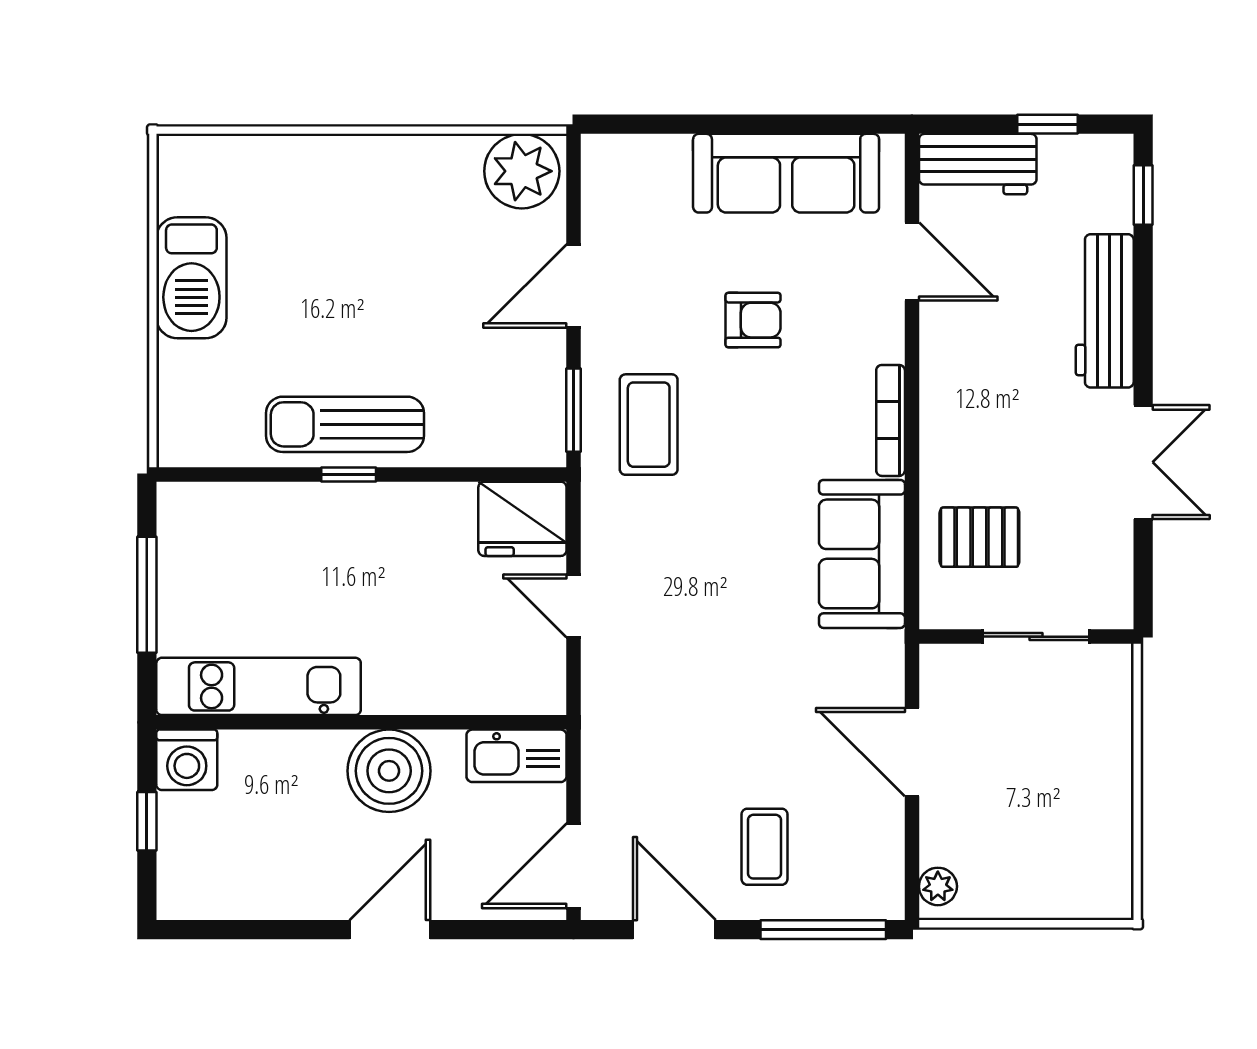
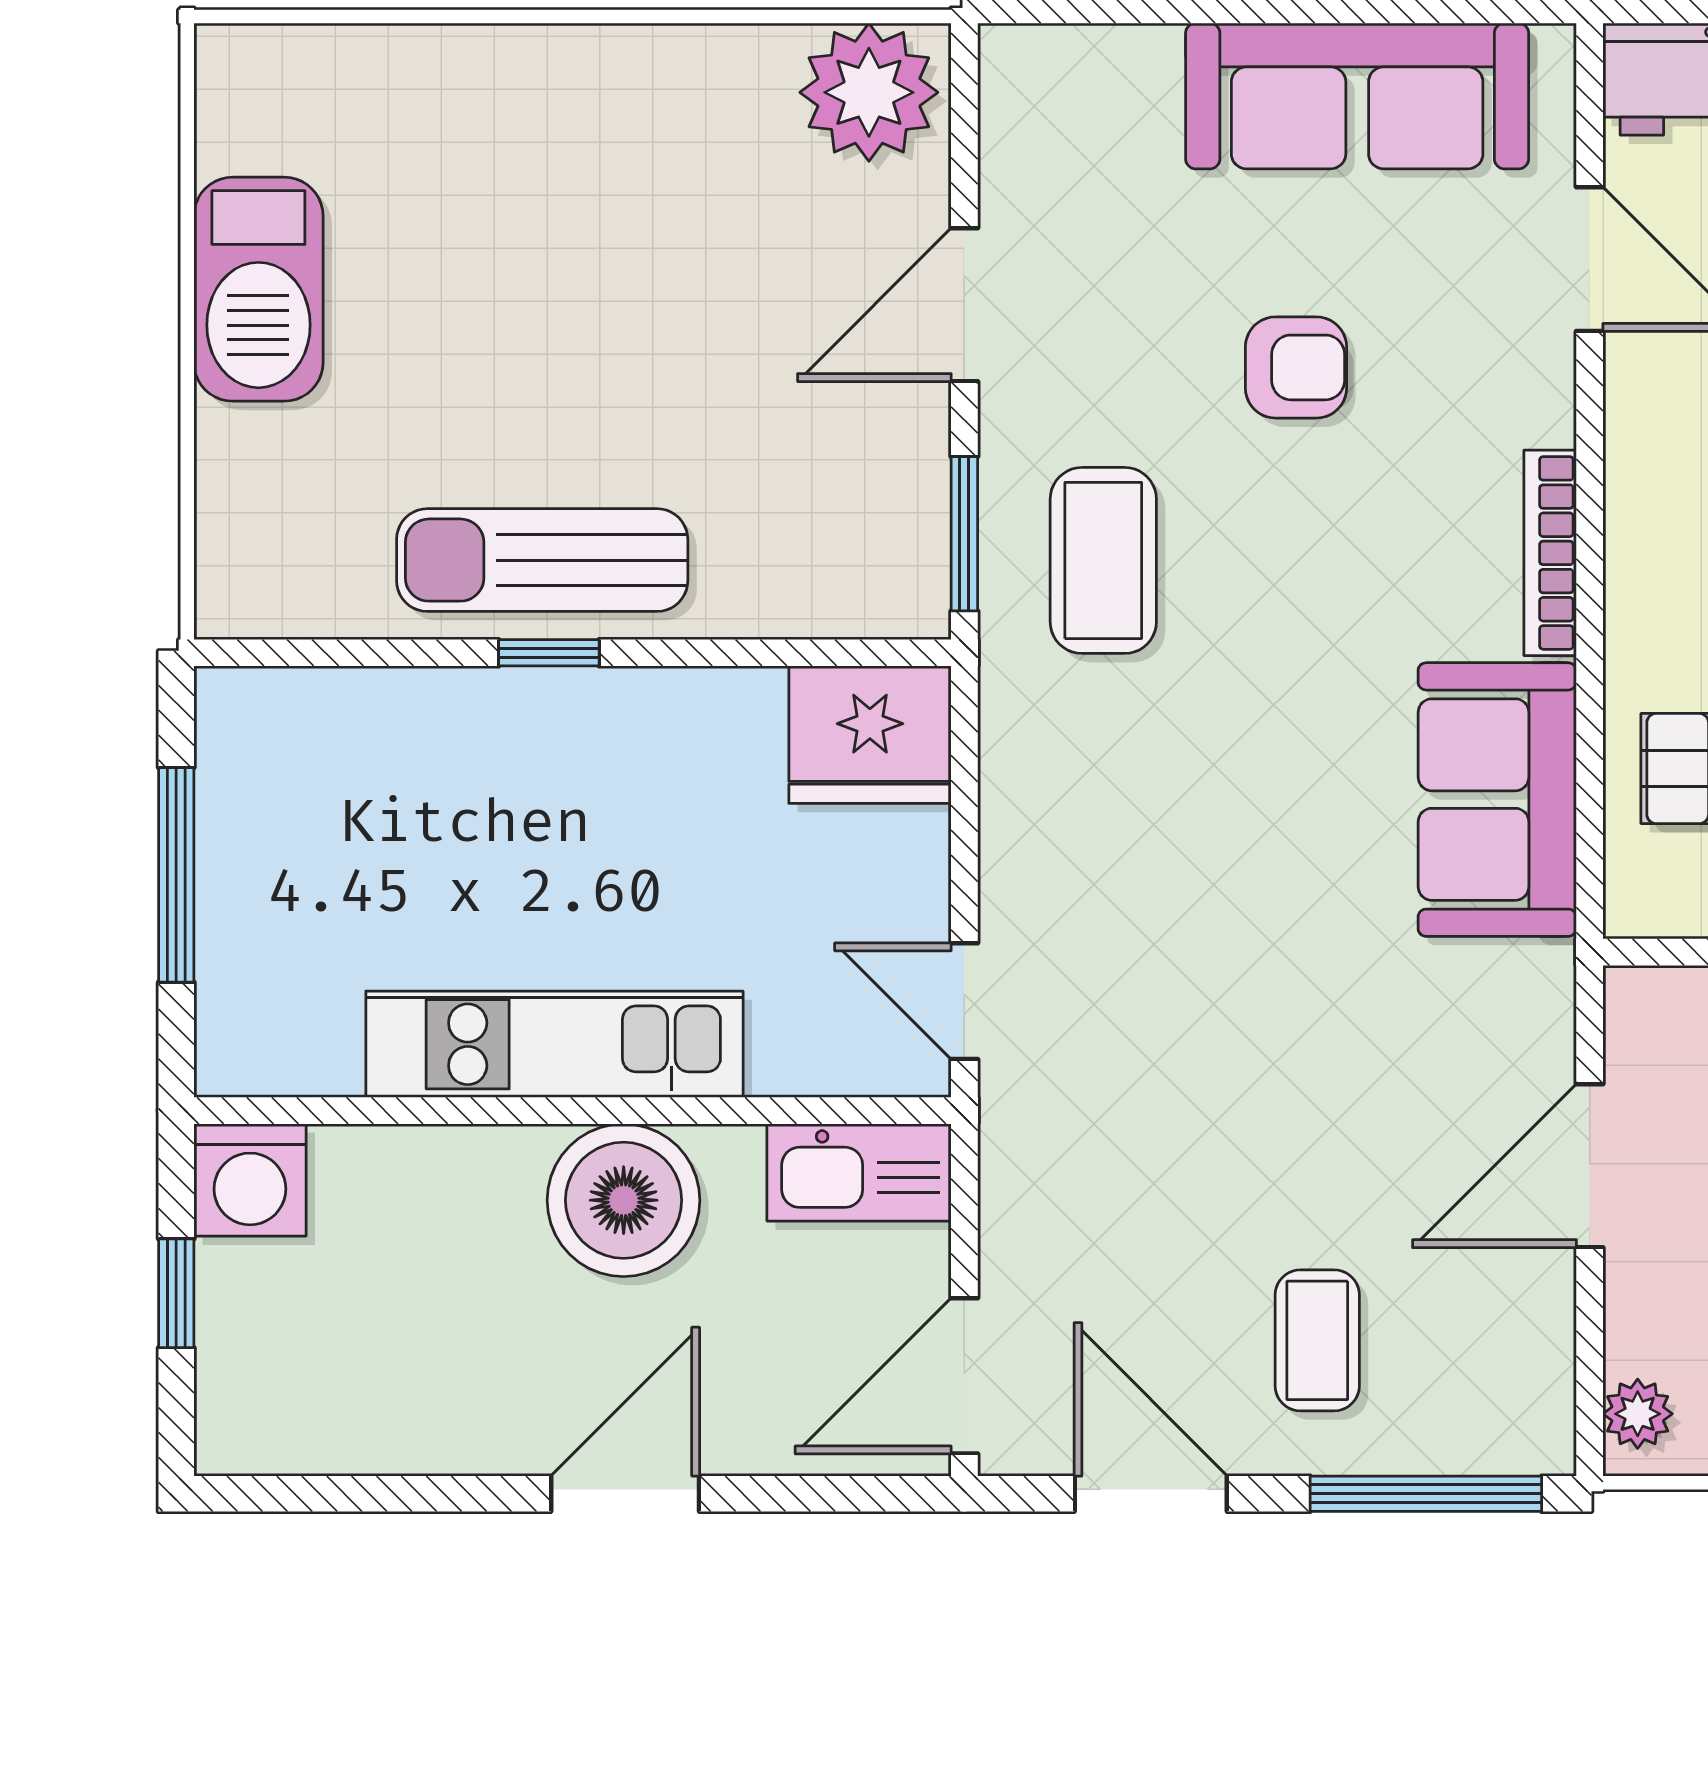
door: (574, 606) -> (964, 1001), moved
kitchen unit: (259, 686) -> (554, 1044), moved
door: (912, 752) -> (1590, 1166), hinge flipped

